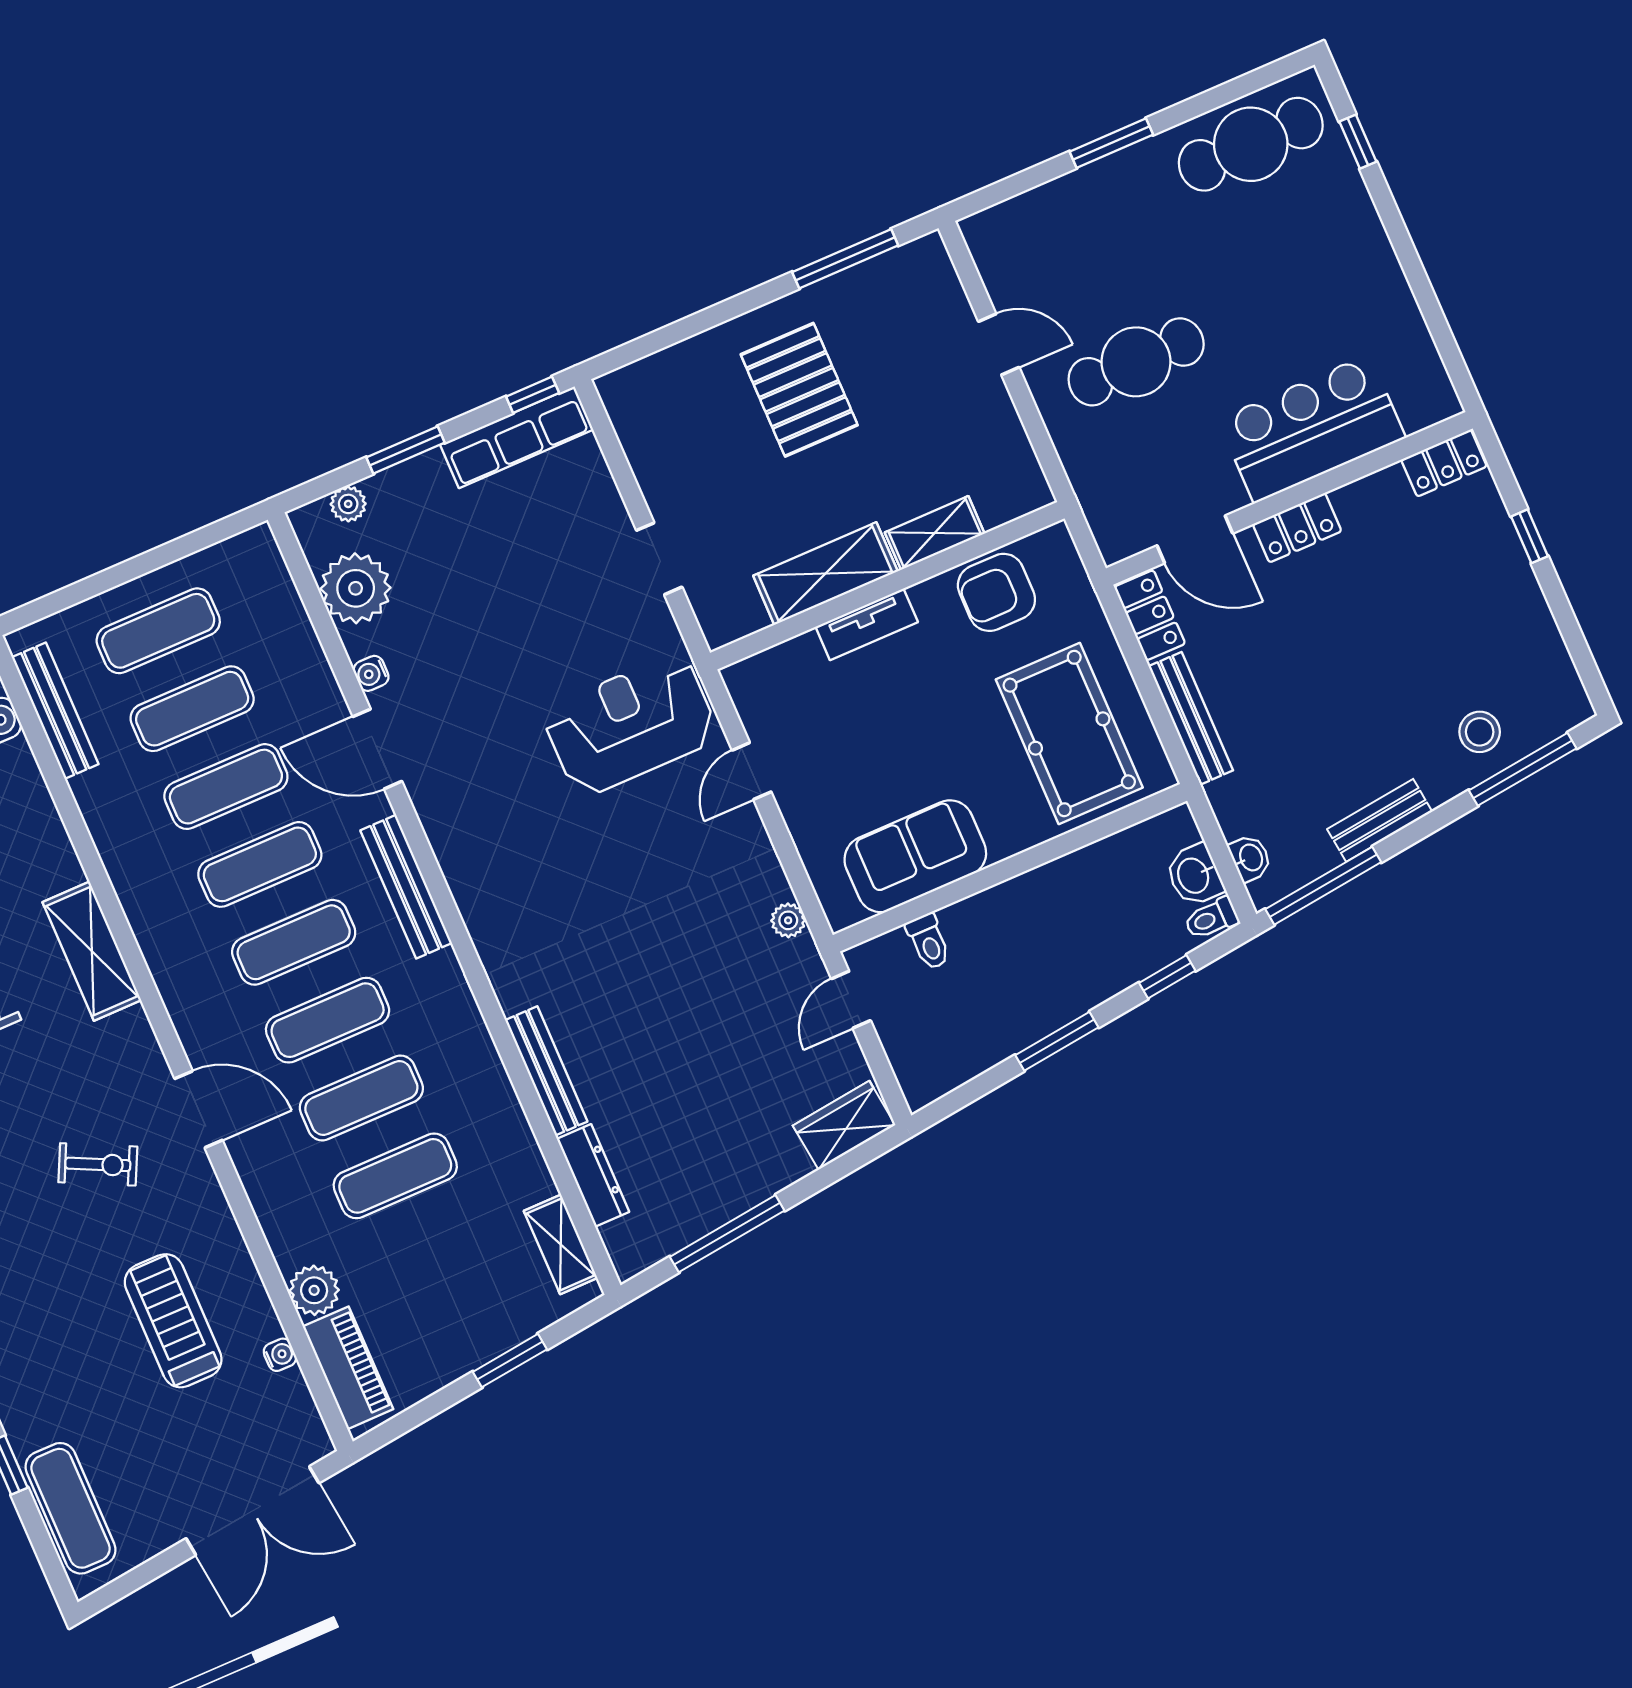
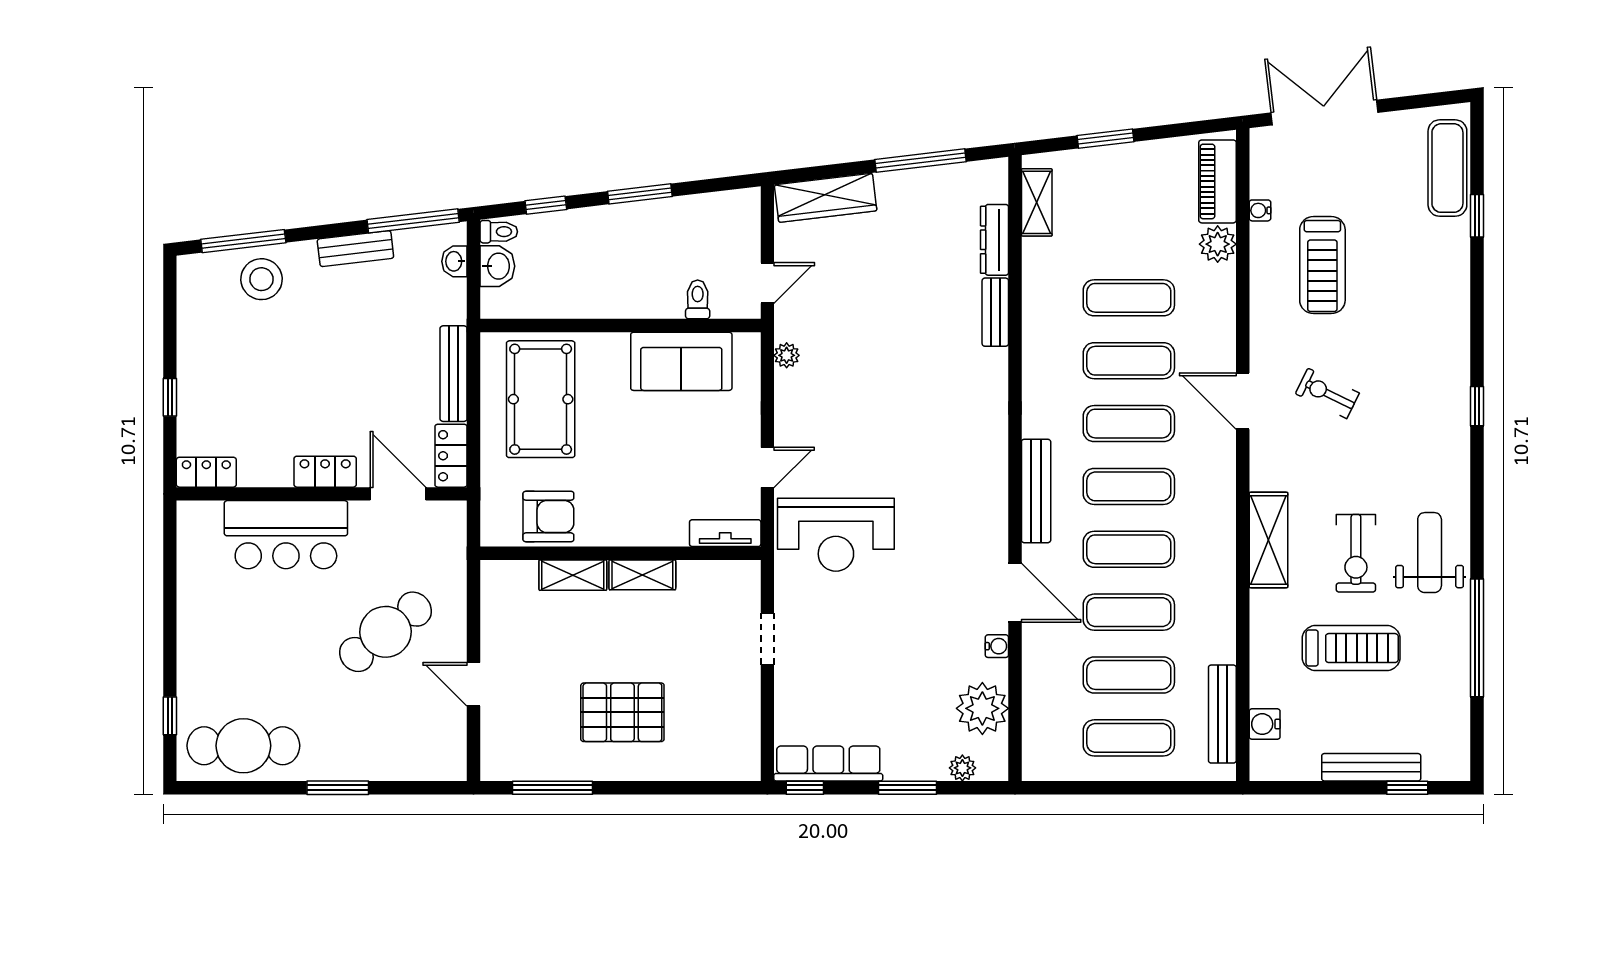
cafe table: (1136, 362) -> (386, 632), turned -38
pallet: (799, 390) -> (622, 712), turned 90
shelving: (825, 574) -> (642, 575), width x0.67, depth x0.75
tv unit: (867, 624) -> (725, 533), moved
stool: (1480, 732) -> (261, 279), width x1.38, depth x1.38
bench: (546, 1071) -> (995, 312), width x0.73
wardrobe: (844, 1125) -> (826, 198), width x1.50

